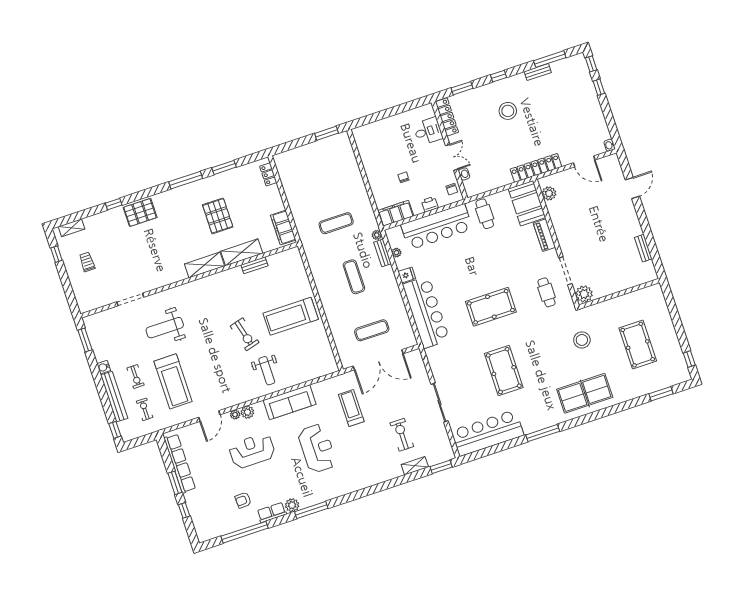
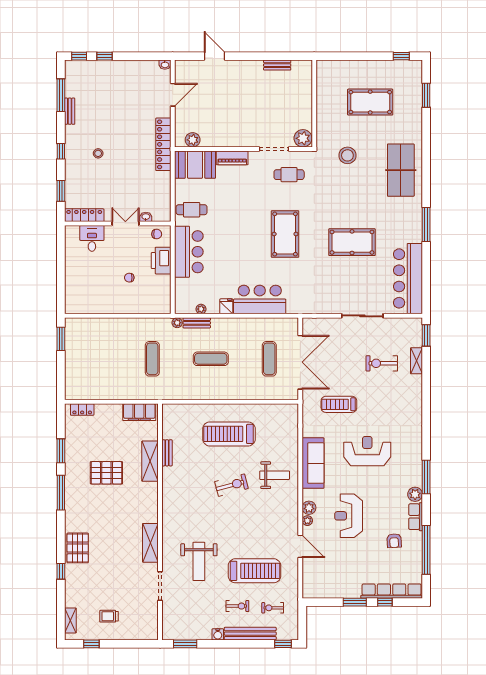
stool: (508, 111) -> (98, 153), width x0.53, depth x0.53
printer: (430, 204) -> (161, 261), width x1.87, depth x1.48
filing cabinet: (396, 213) -> (162, 297), removed
bar counter: (437, 227) -> (189, 252), width x0.73
shelving: (204, 265) -> (150, 543), moved
bar counter: (426, 312) -> (260, 300), width x0.73
treadmill: (291, 316) -> (229, 434), turned 90
row of seats: (180, 463) -> (392, 591), moved

